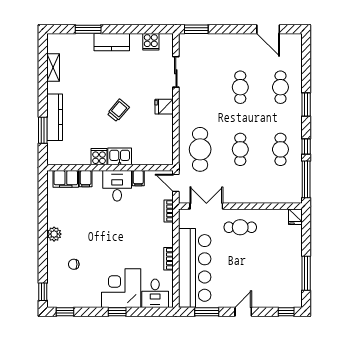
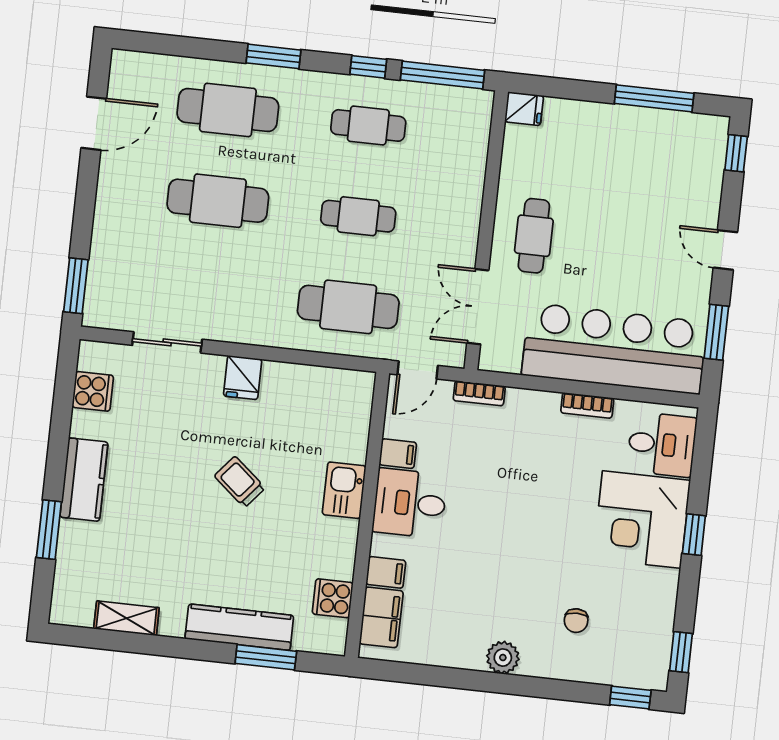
cafe table: (240, 87) -> (218, 201), width x1.37, depth x1.35
cafe table: (280, 87) -> (228, 110), width x1.37, depth x1.35
cooker: (99, 157) -> (333, 598), moved

